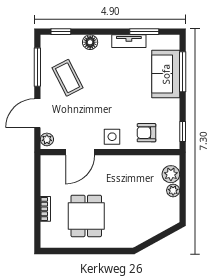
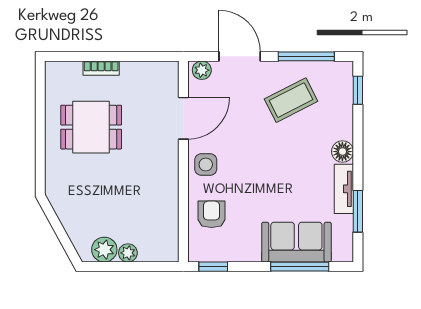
floor lamp: (90, 42) -> (342, 152), moved
door: (80, 152) -> (183, 118), swing flipped
plant: (171, 174) -> (104, 250), moved

